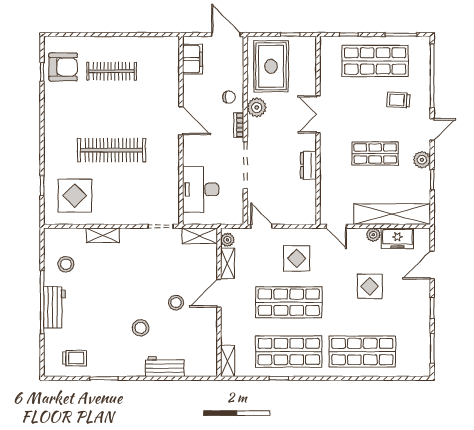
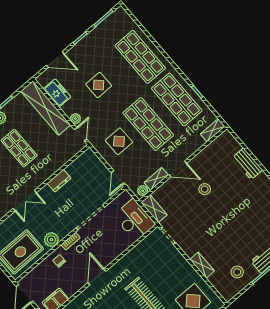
desk: (201, 189) -> (134, 220), moved, turned -90
plant: (373, 235) -> (75, 119), moved
stool: (141, 328) -> (237, 197), removed

